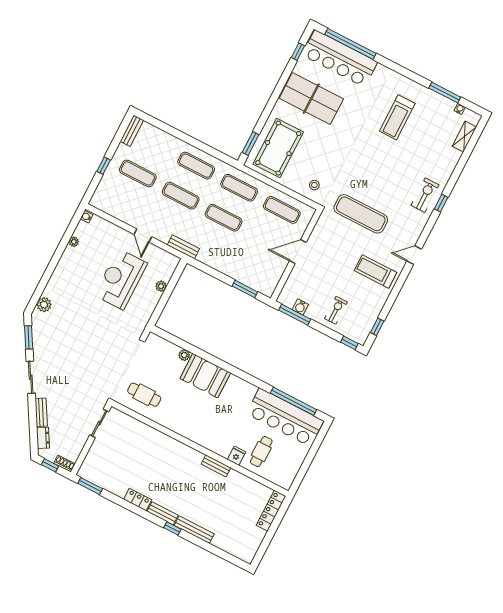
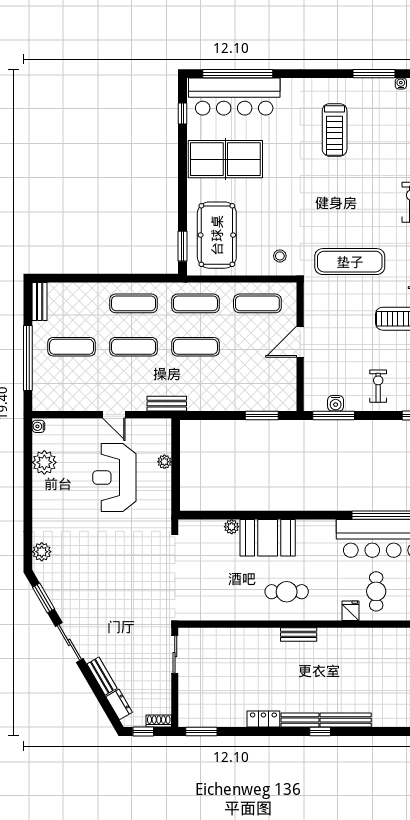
window: (104, 166) -> (28, 358), width x3.17
plant: (74, 242) -> (44, 462), width x1.87, depth x1.87
cafe table: (144, 395) -> (287, 592), moved
bench: (216, 466) -> (299, 634), moved

